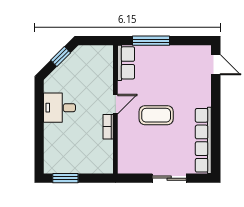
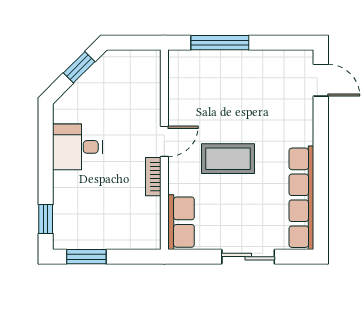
row of seats: (126, 63) -> (181, 222), moved
window: (39, 154) -> (46, 219), added

